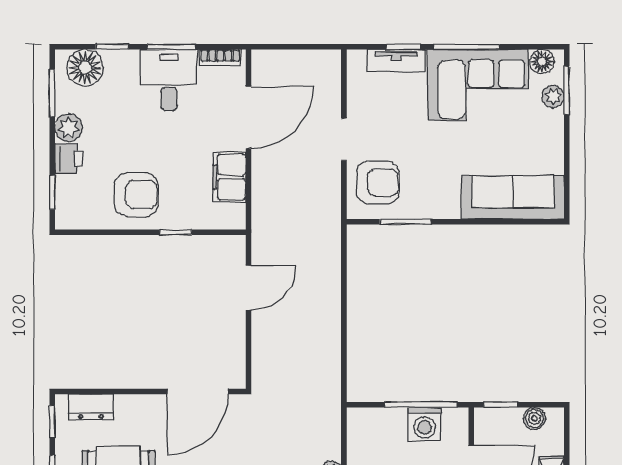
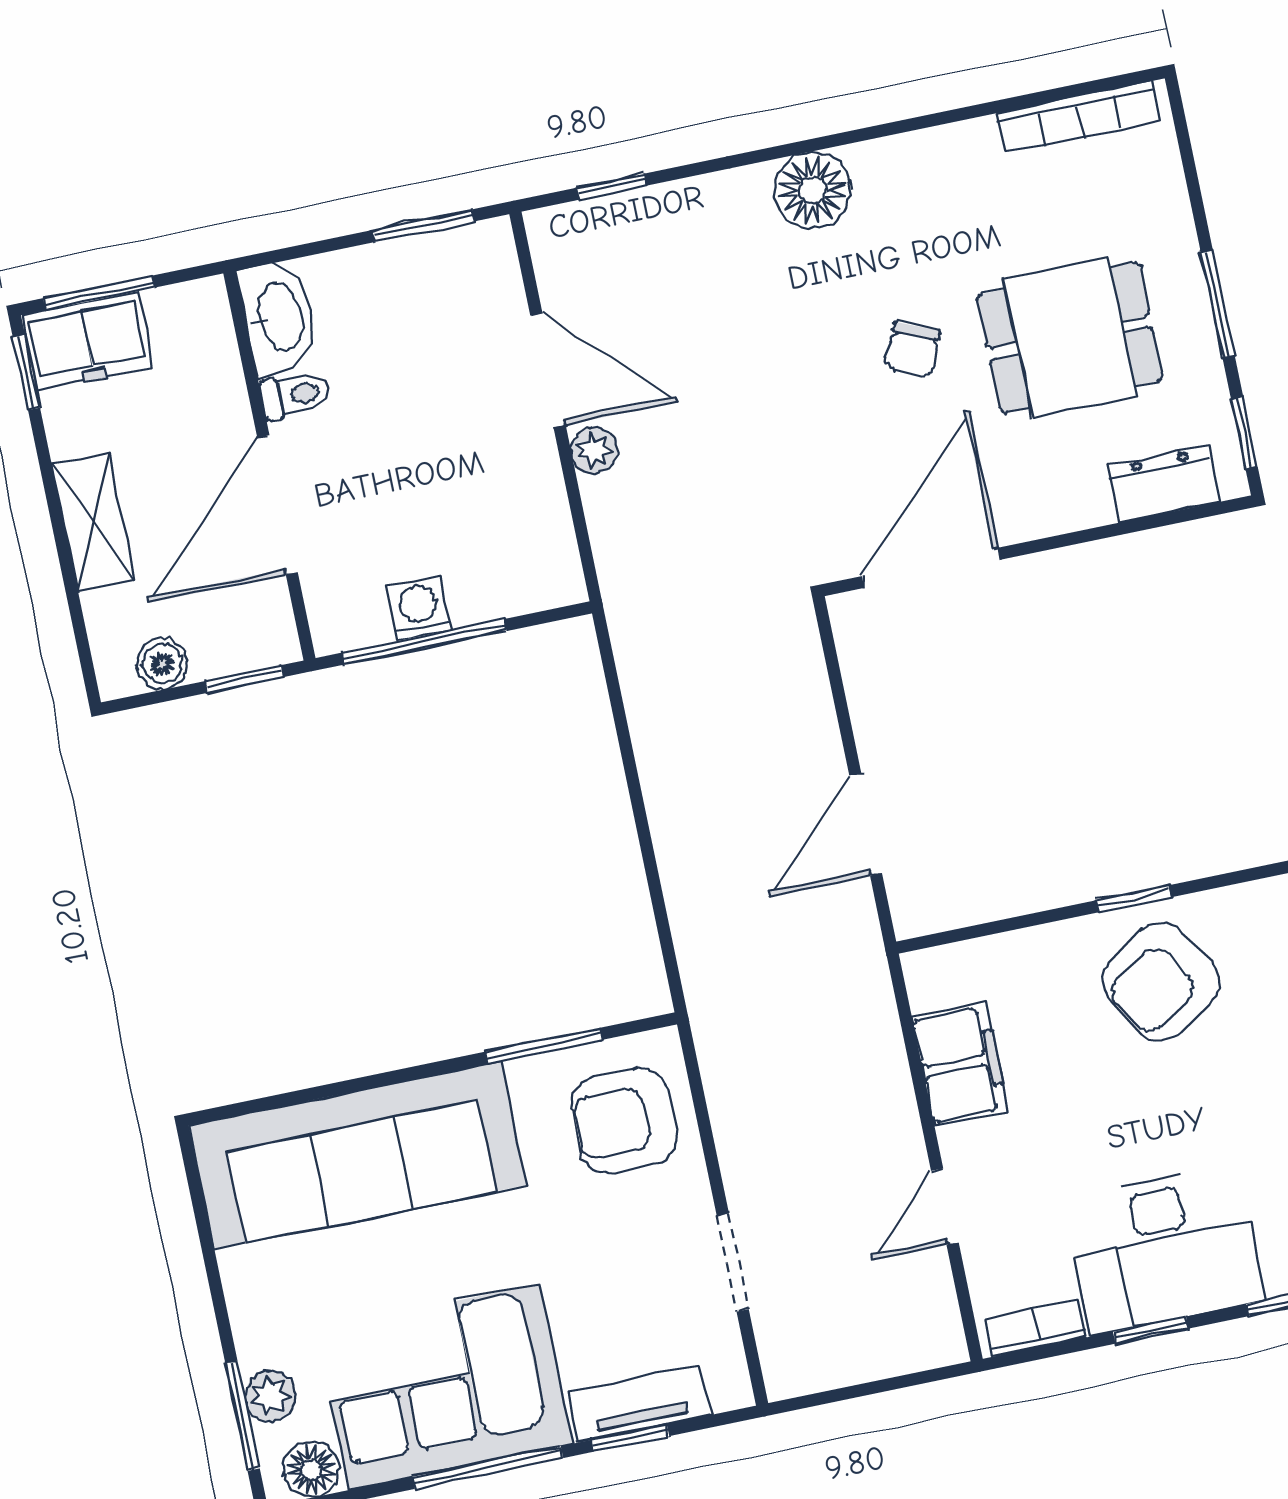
window: (171, 47) -> (1151, 1330), width x0.67
desk: (169, 80) -> (1165, 1249), width x1.37
door: (248, 118) -> (945, 1207), width x0.53
doorway: (344, 139) -> (733, 1263), moved
armchair: (136, 195) -> (1161, 982), turned -32
sofa: (513, 197) -> (358, 1155), width x1.36, depth x1.27
window: (176, 232) -> (1134, 899), moved
washing machine: (425, 424) -> (419, 608), width x0.73, depth x0.73

